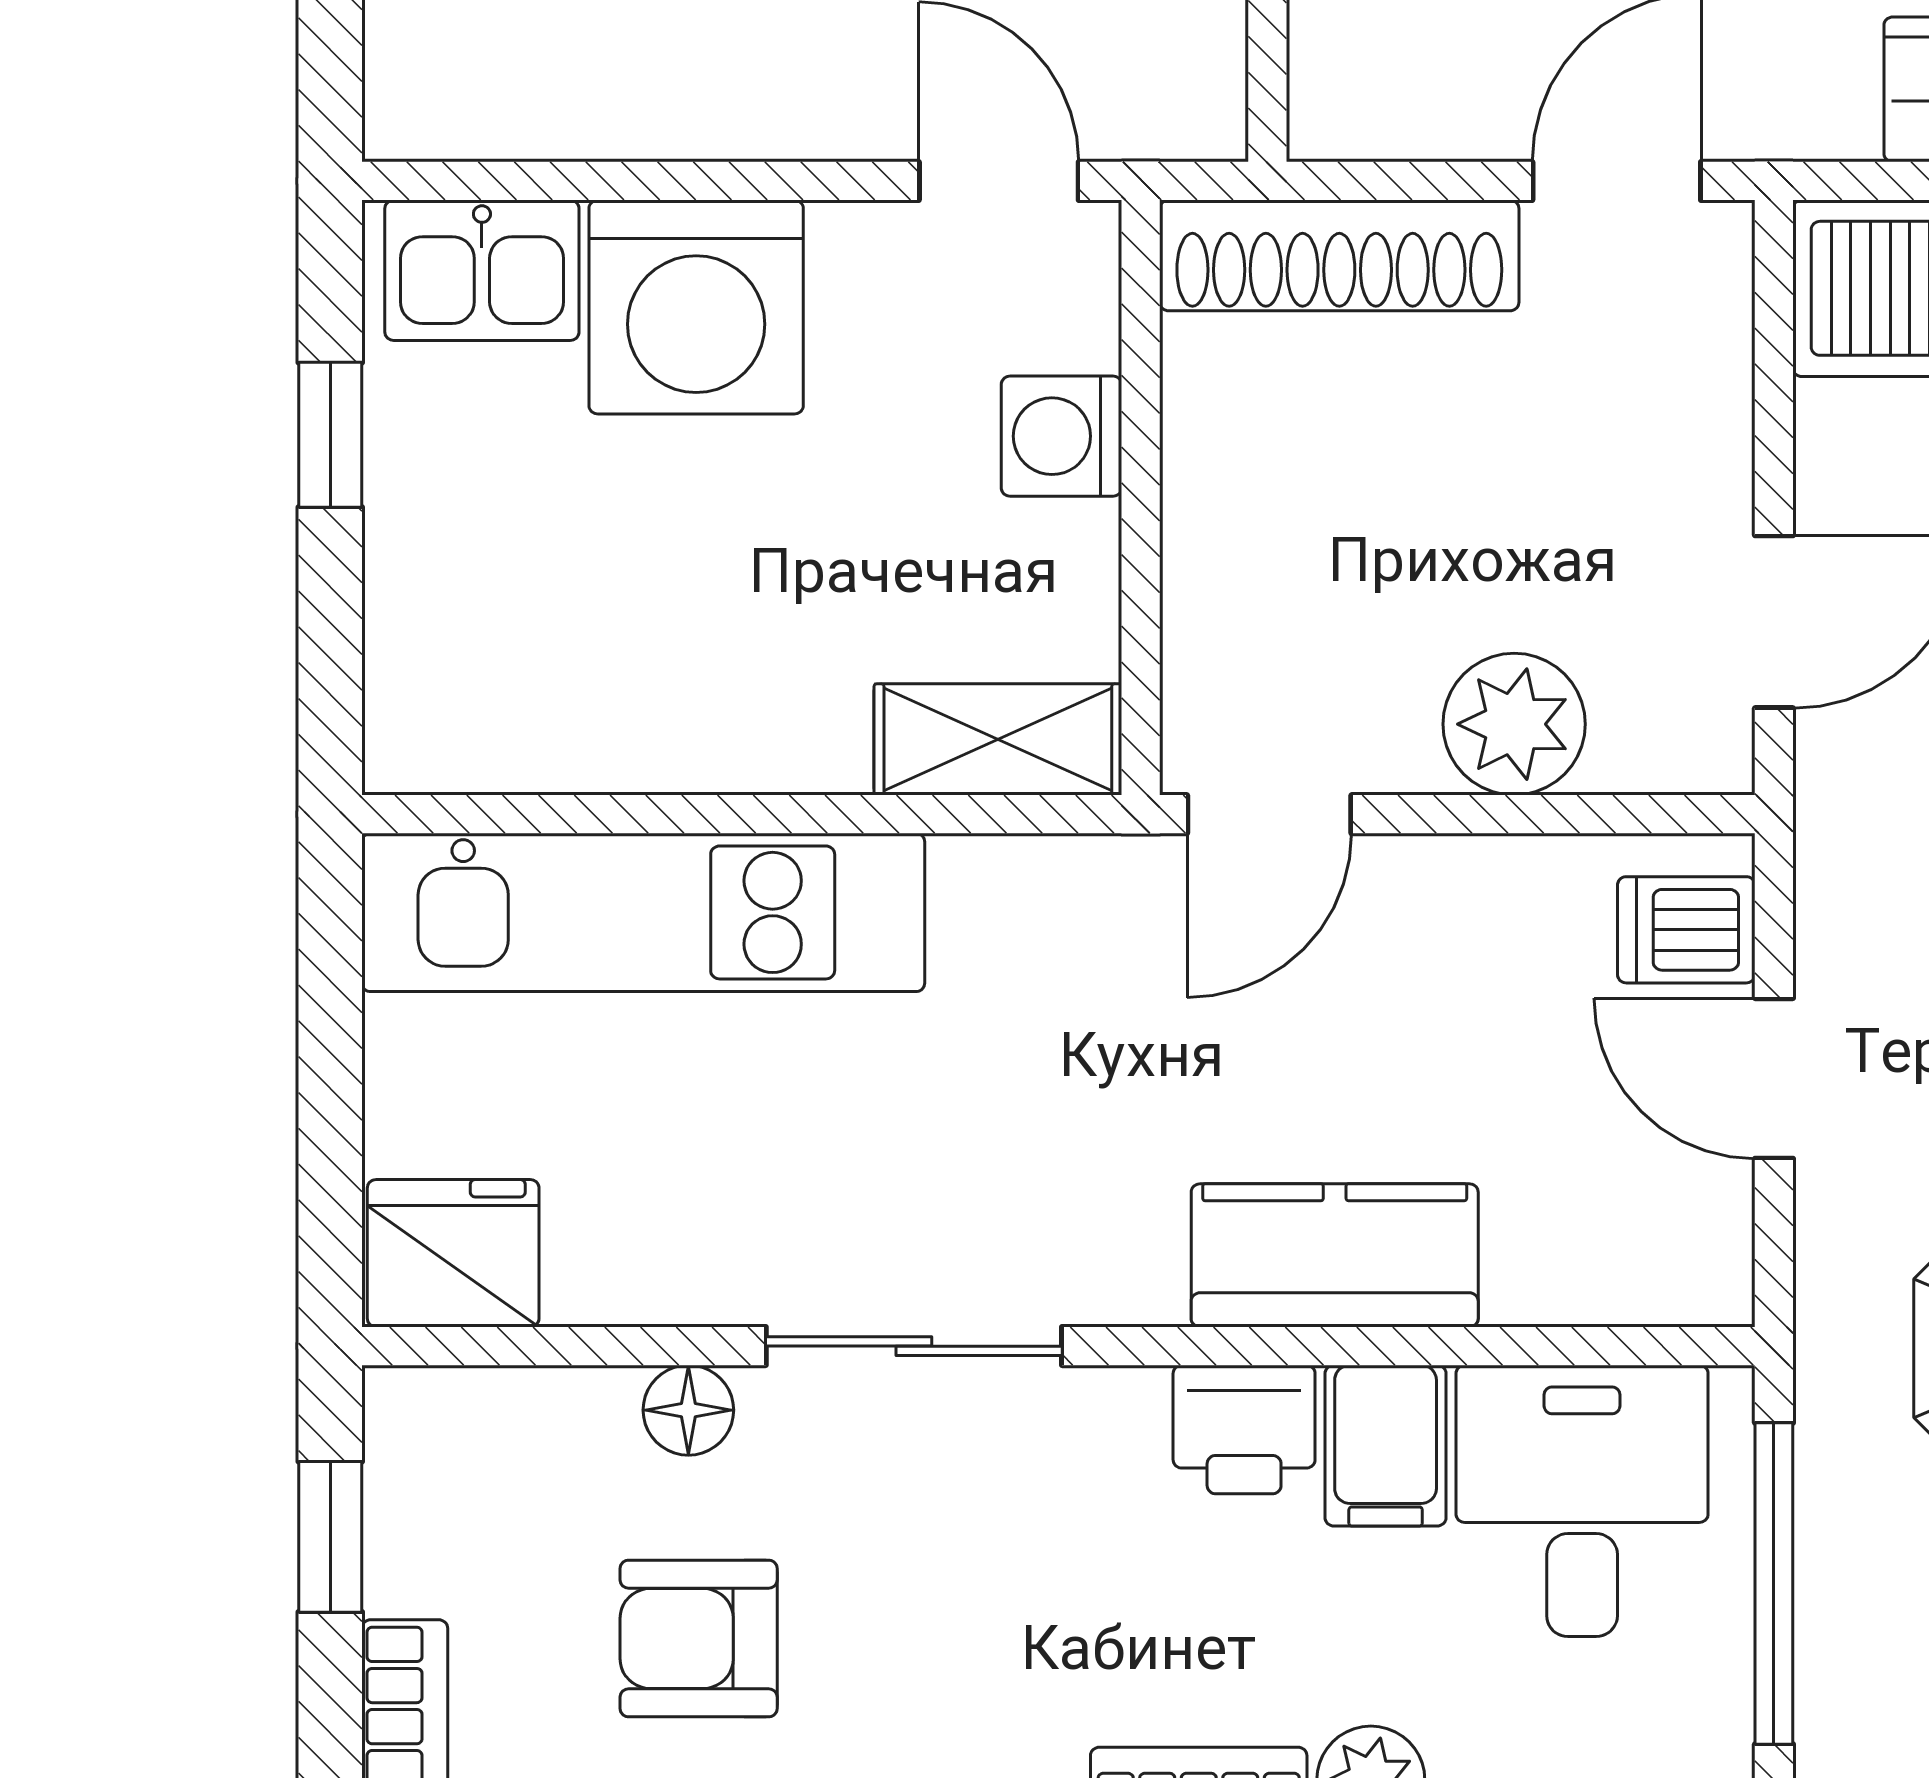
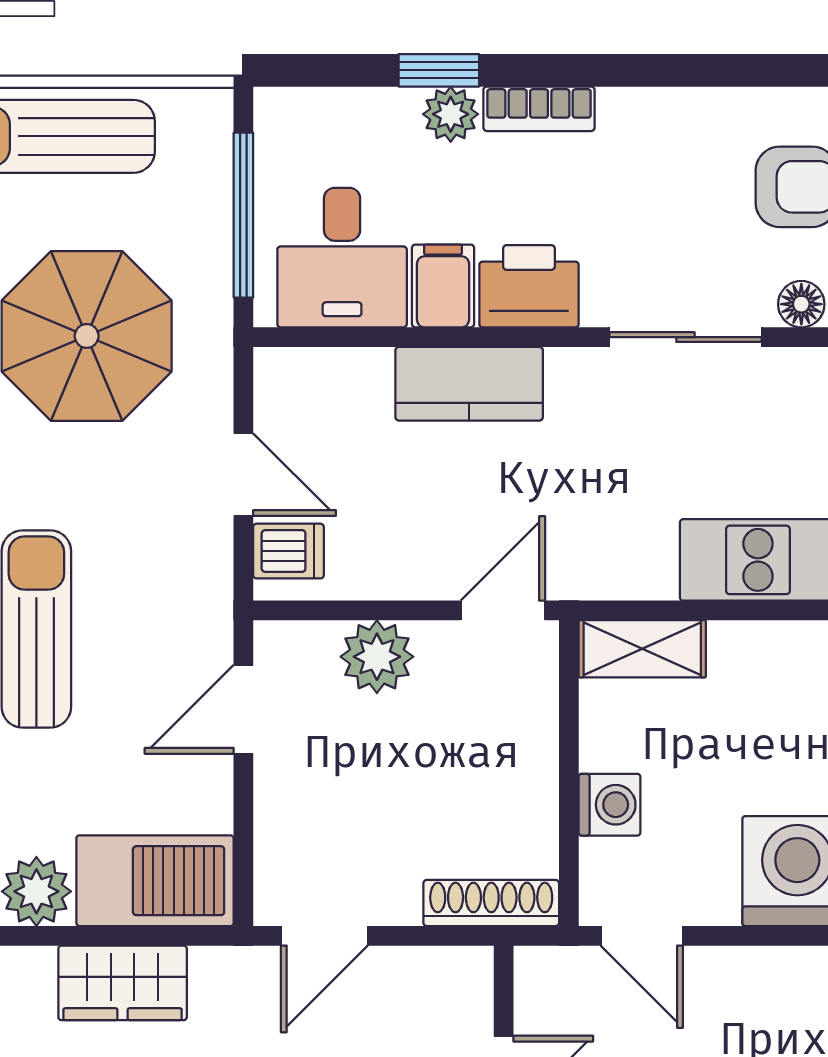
shoe rack: (1339, 255) -> (491, 903), width x0.74, depth x0.81
printer: (1244, 1430) -> (529, 286), width x1.36, depth x1.24

